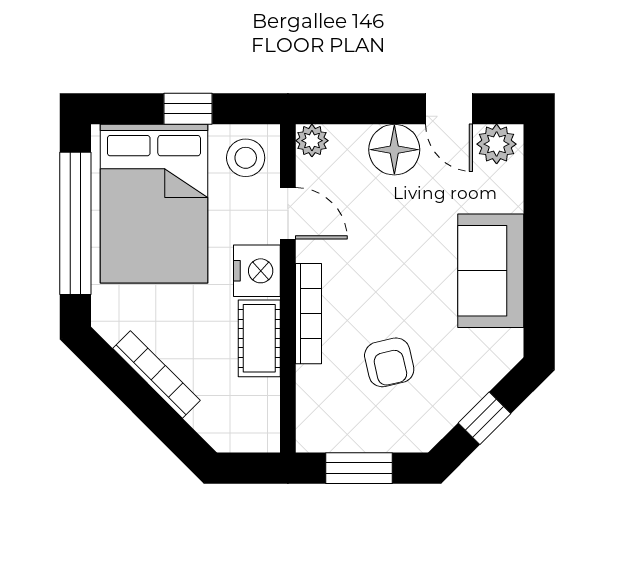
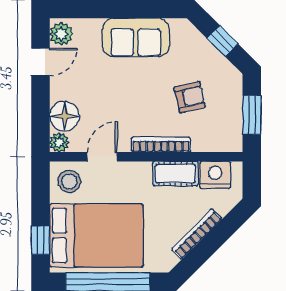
window: (188, 109) -> (40, 240), moved
floor lamp: (394, 150) -> (65, 116), moved
nightstand: (257, 271) -> (215, 175), moved

